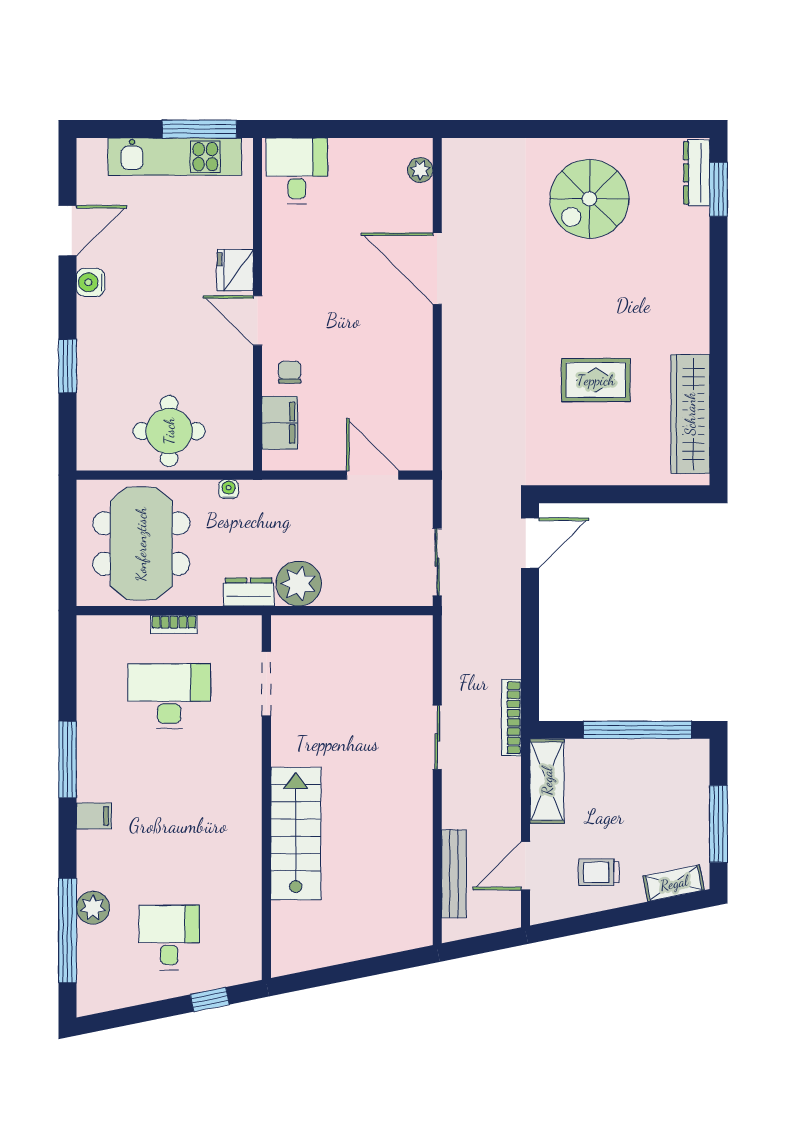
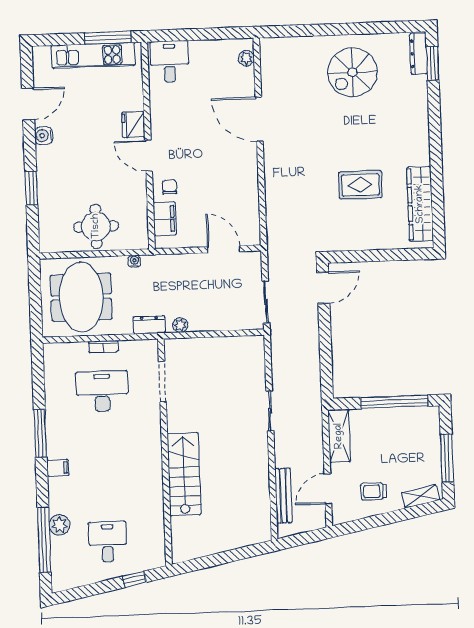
plant: (299, 584) -> (180, 325), width x0.53, depth x0.53
bookcase: (511, 718) -> (316, 397), removed

